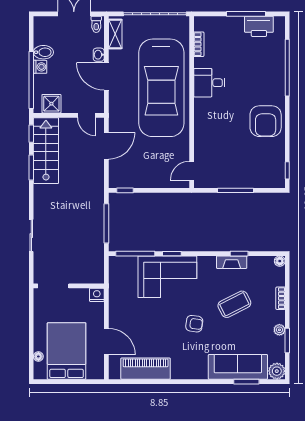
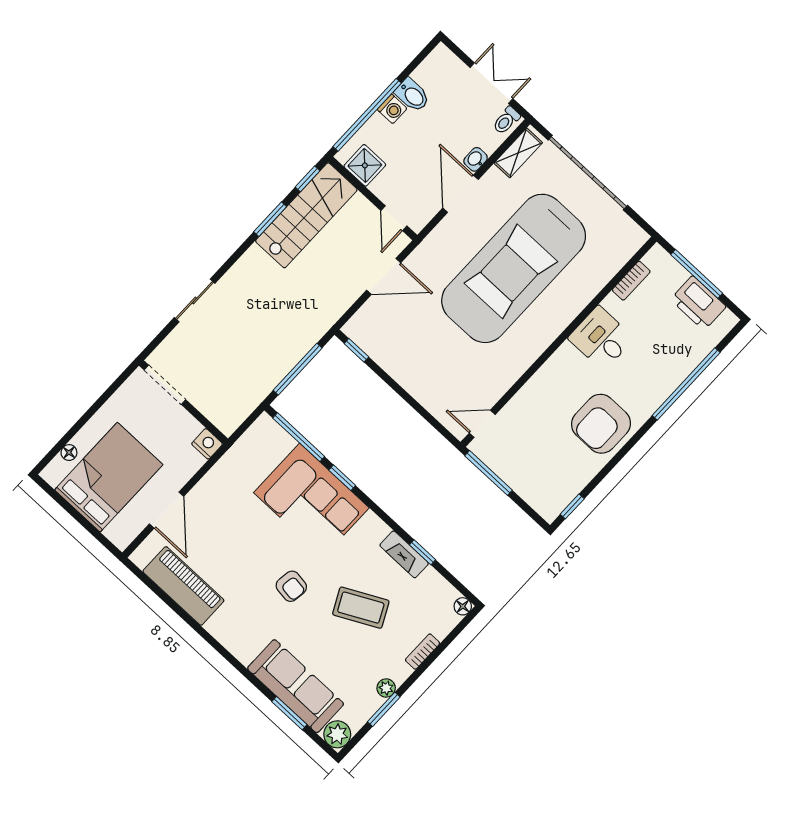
bookcase: (199, 44) -> (631, 281), moved
desk: (209, 83) -> (601, 338), moved
wall: (192, 102) -> (558, 342), moved
door: (192, 171) -> (482, 424), moved

